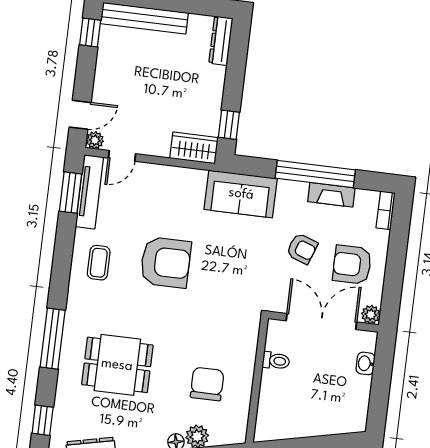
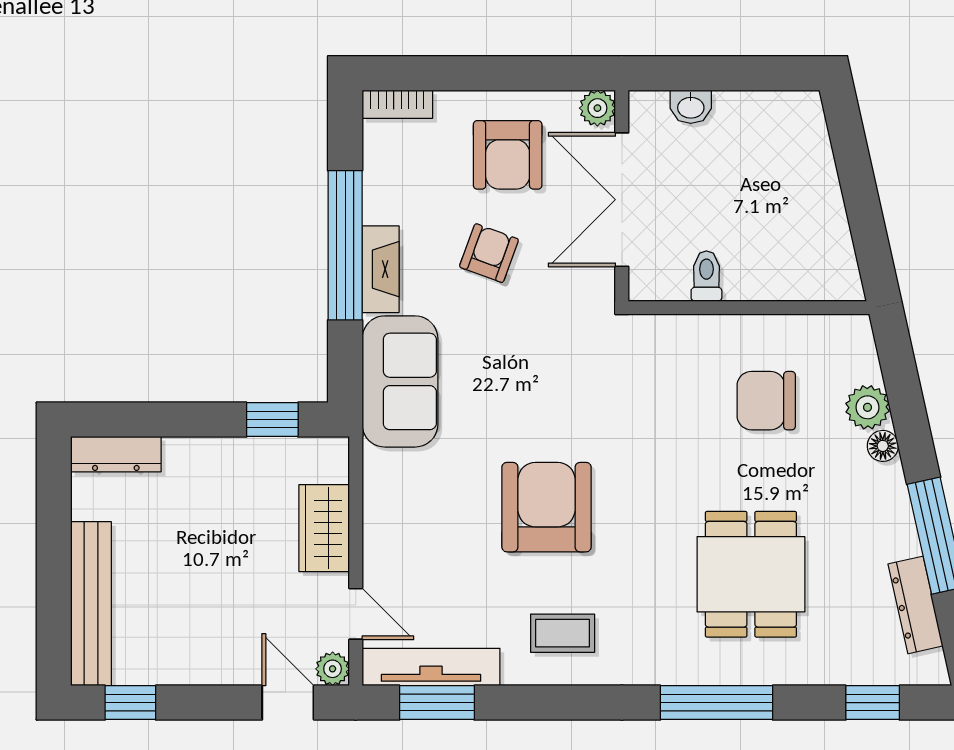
wardrobe: (194, 148) -> (324, 528), moved
fireplace: (331, 195) -> (381, 269), moved

